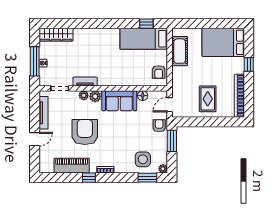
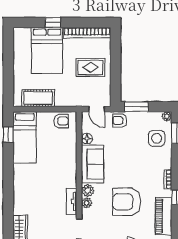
bed: (223, 42) -> (47, 50), moved

